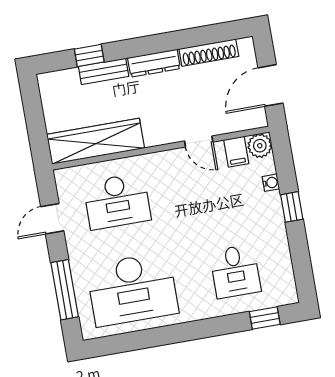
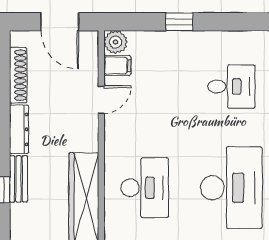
water cooler: (271, 183) -> (153, 38), removed

